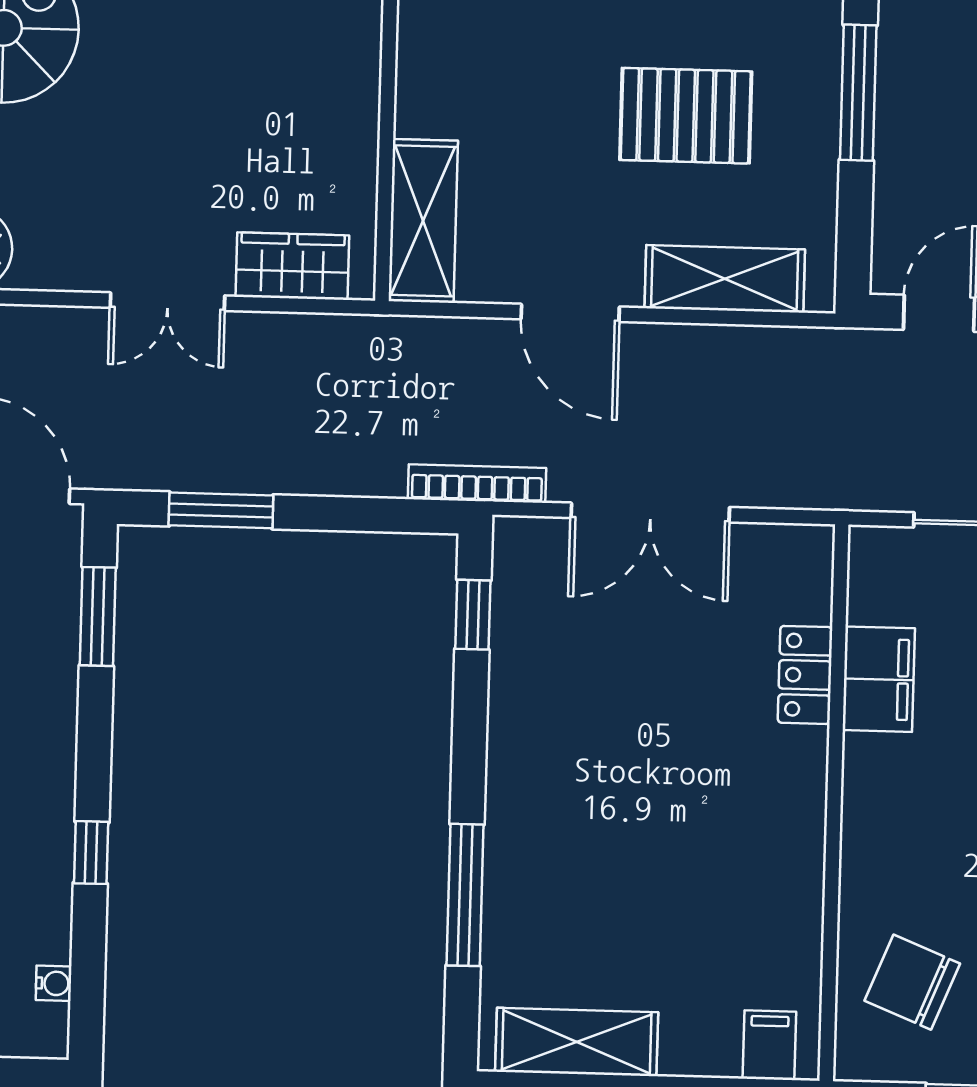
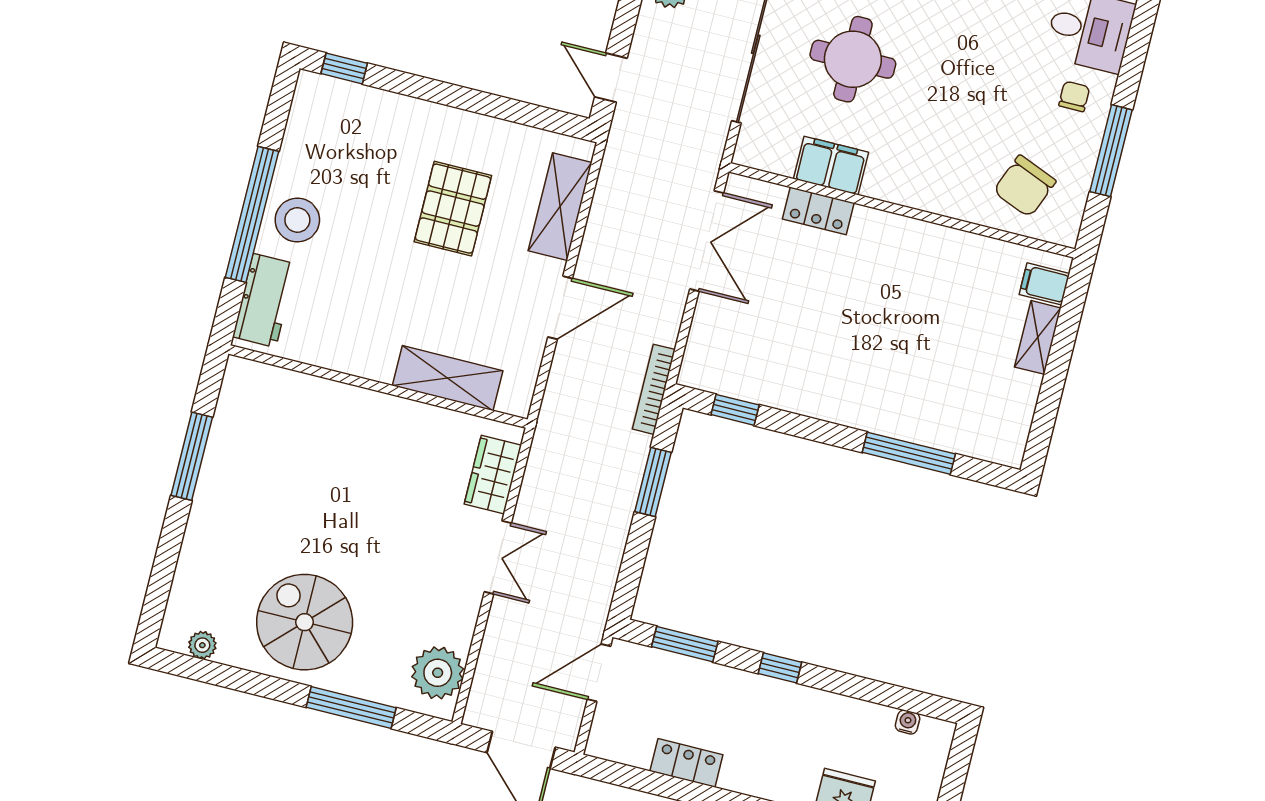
window: (858, 93) -> (462, 98), removed
shelving: (423, 221) -> (448, 378), moved
window: (221, 510) -> (653, 482), moved
double door: (650, 513) -> (707, 241), moved
window: (91, 853) -> (780, 668), moved
shelving: (577, 1042) -> (1038, 337), moved, width x0.67, depth x0.75

